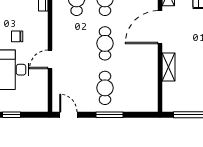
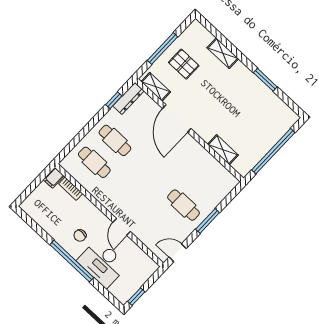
cafe table: (105, 43) -> (149, 173), removed
shelving: (169, 67) -> (223, 150), moved

